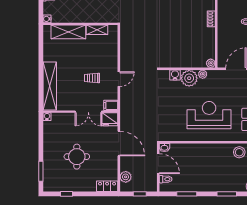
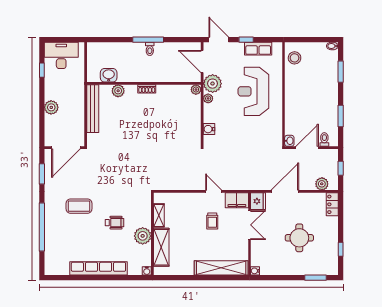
plant: (79, 15) -> (143, 236), added
plant: (189, 78) -> (213, 84), moved
filing cabinet: (111, 105) -> (237, 200), width x2.00

